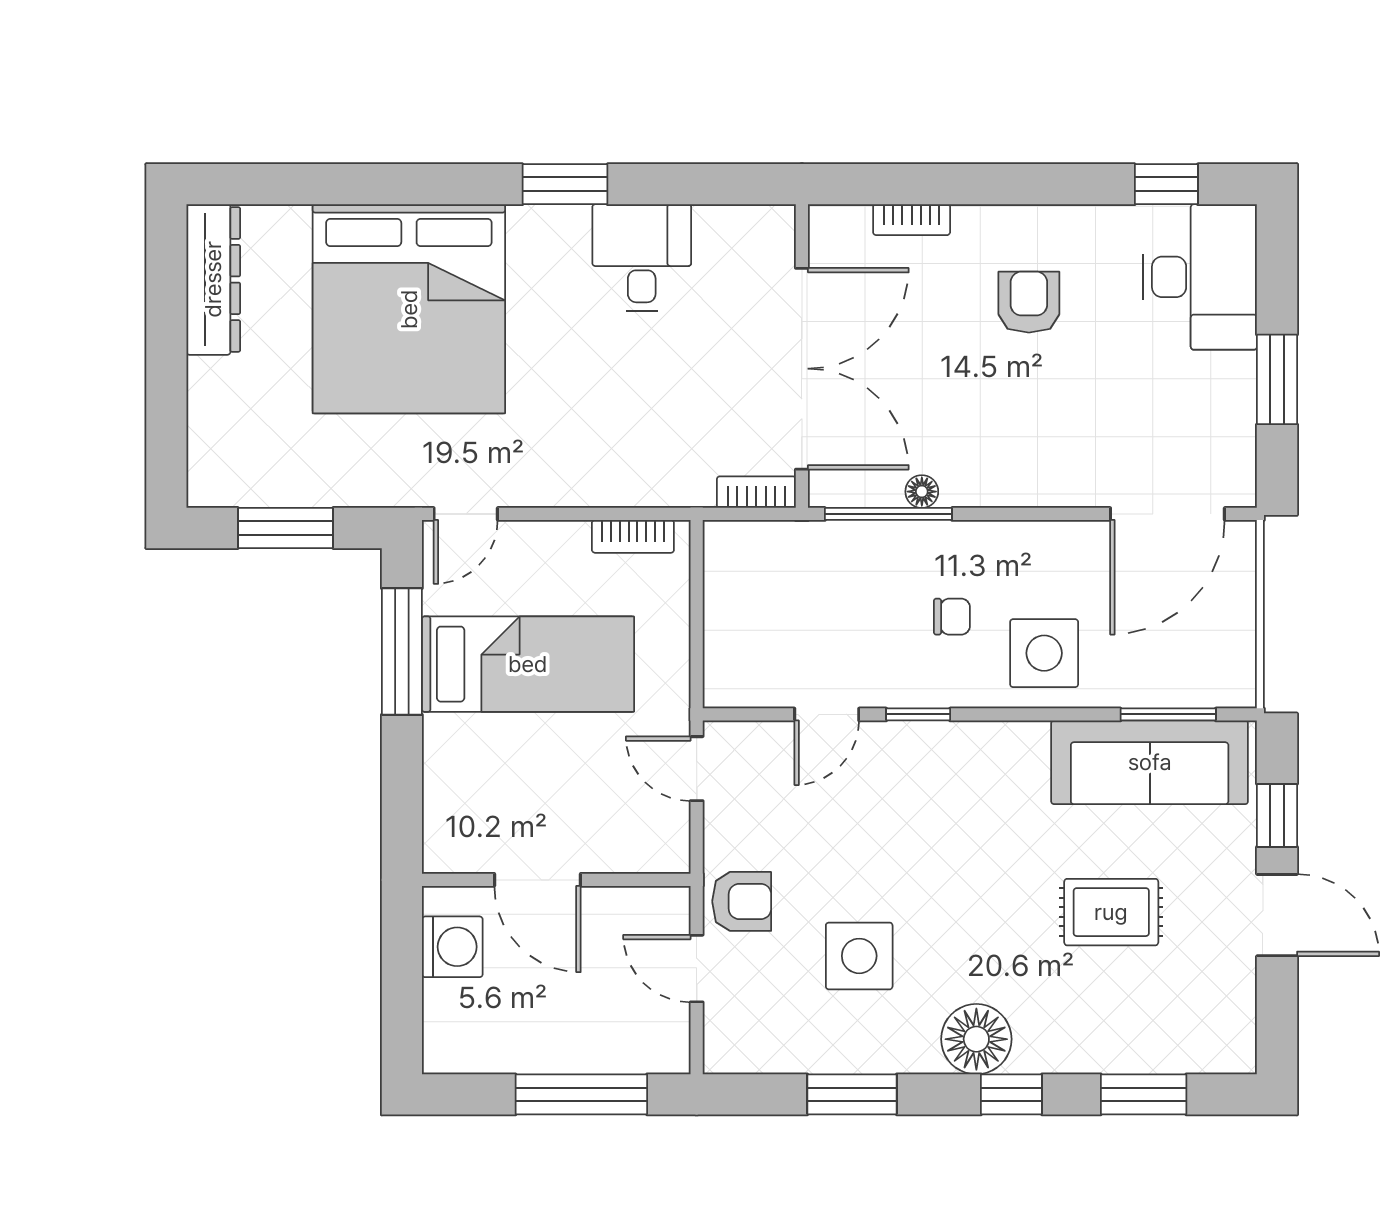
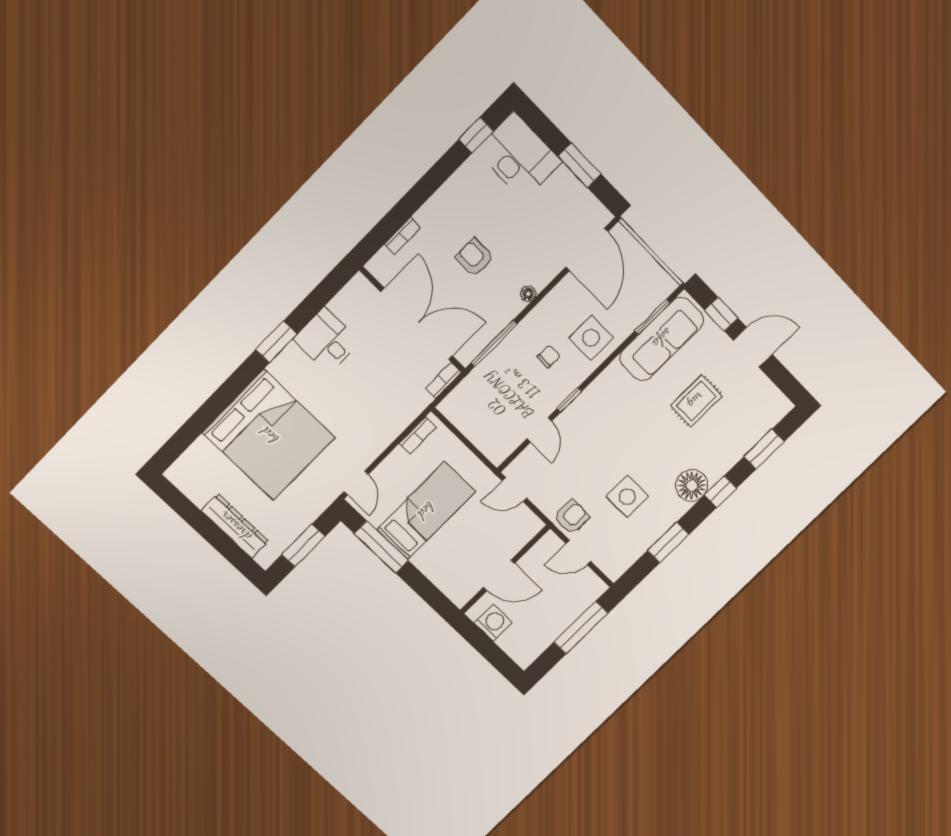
dresser: (213, 279) -> (235, 526), moved
armchair: (1029, 302) -> (475, 257), moved
floor lamp: (922, 492) -> (528, 294), moved

